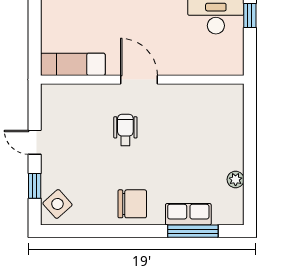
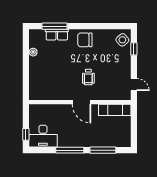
door: (35, 142) -> (134, 85), moved

